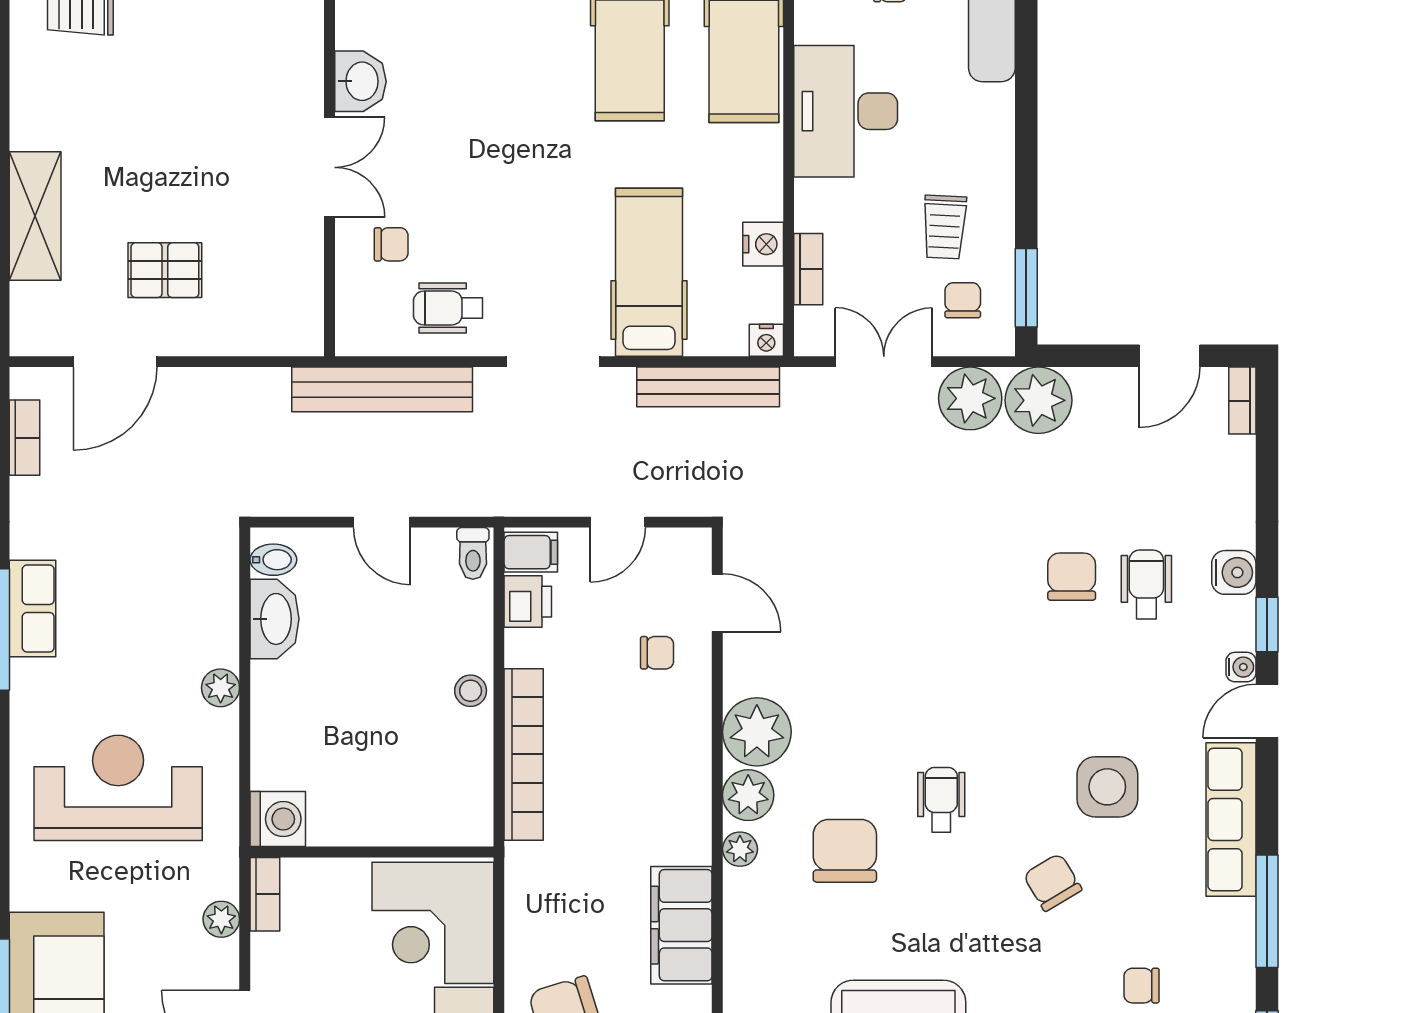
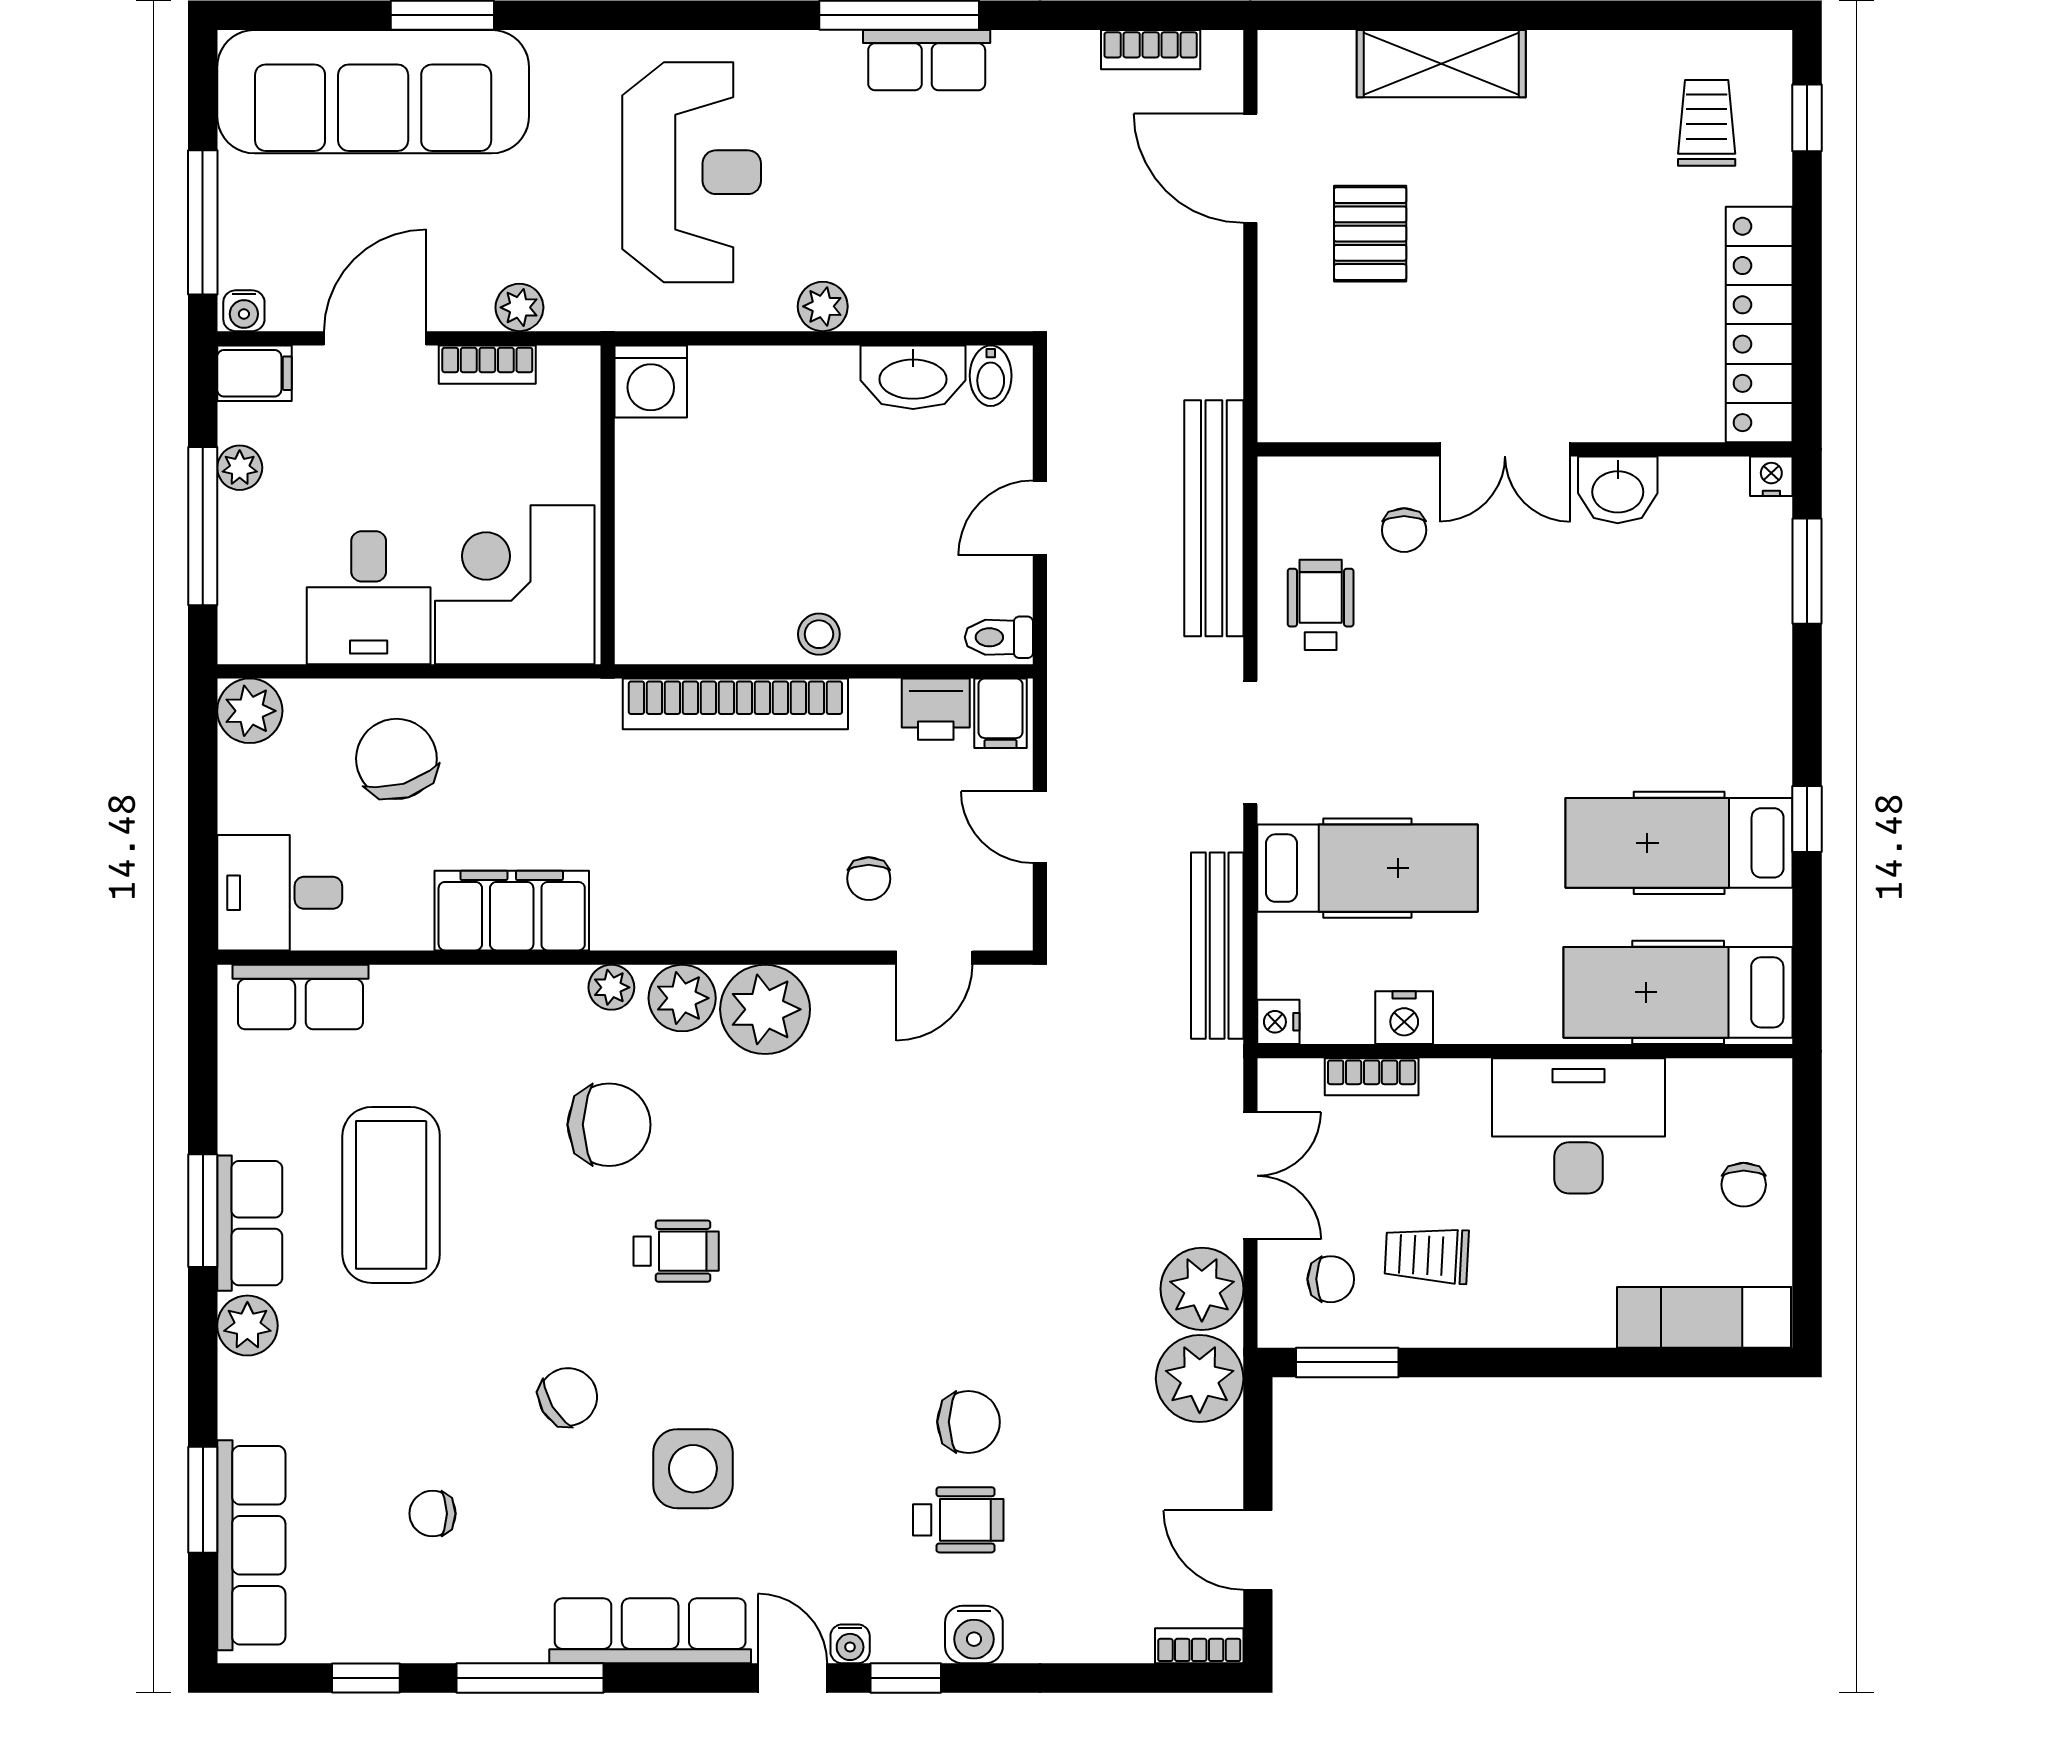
bookcase: (265, 894) -> (487, 365), moved
chair: (1142, 986) -> (433, 1514), turned -90

